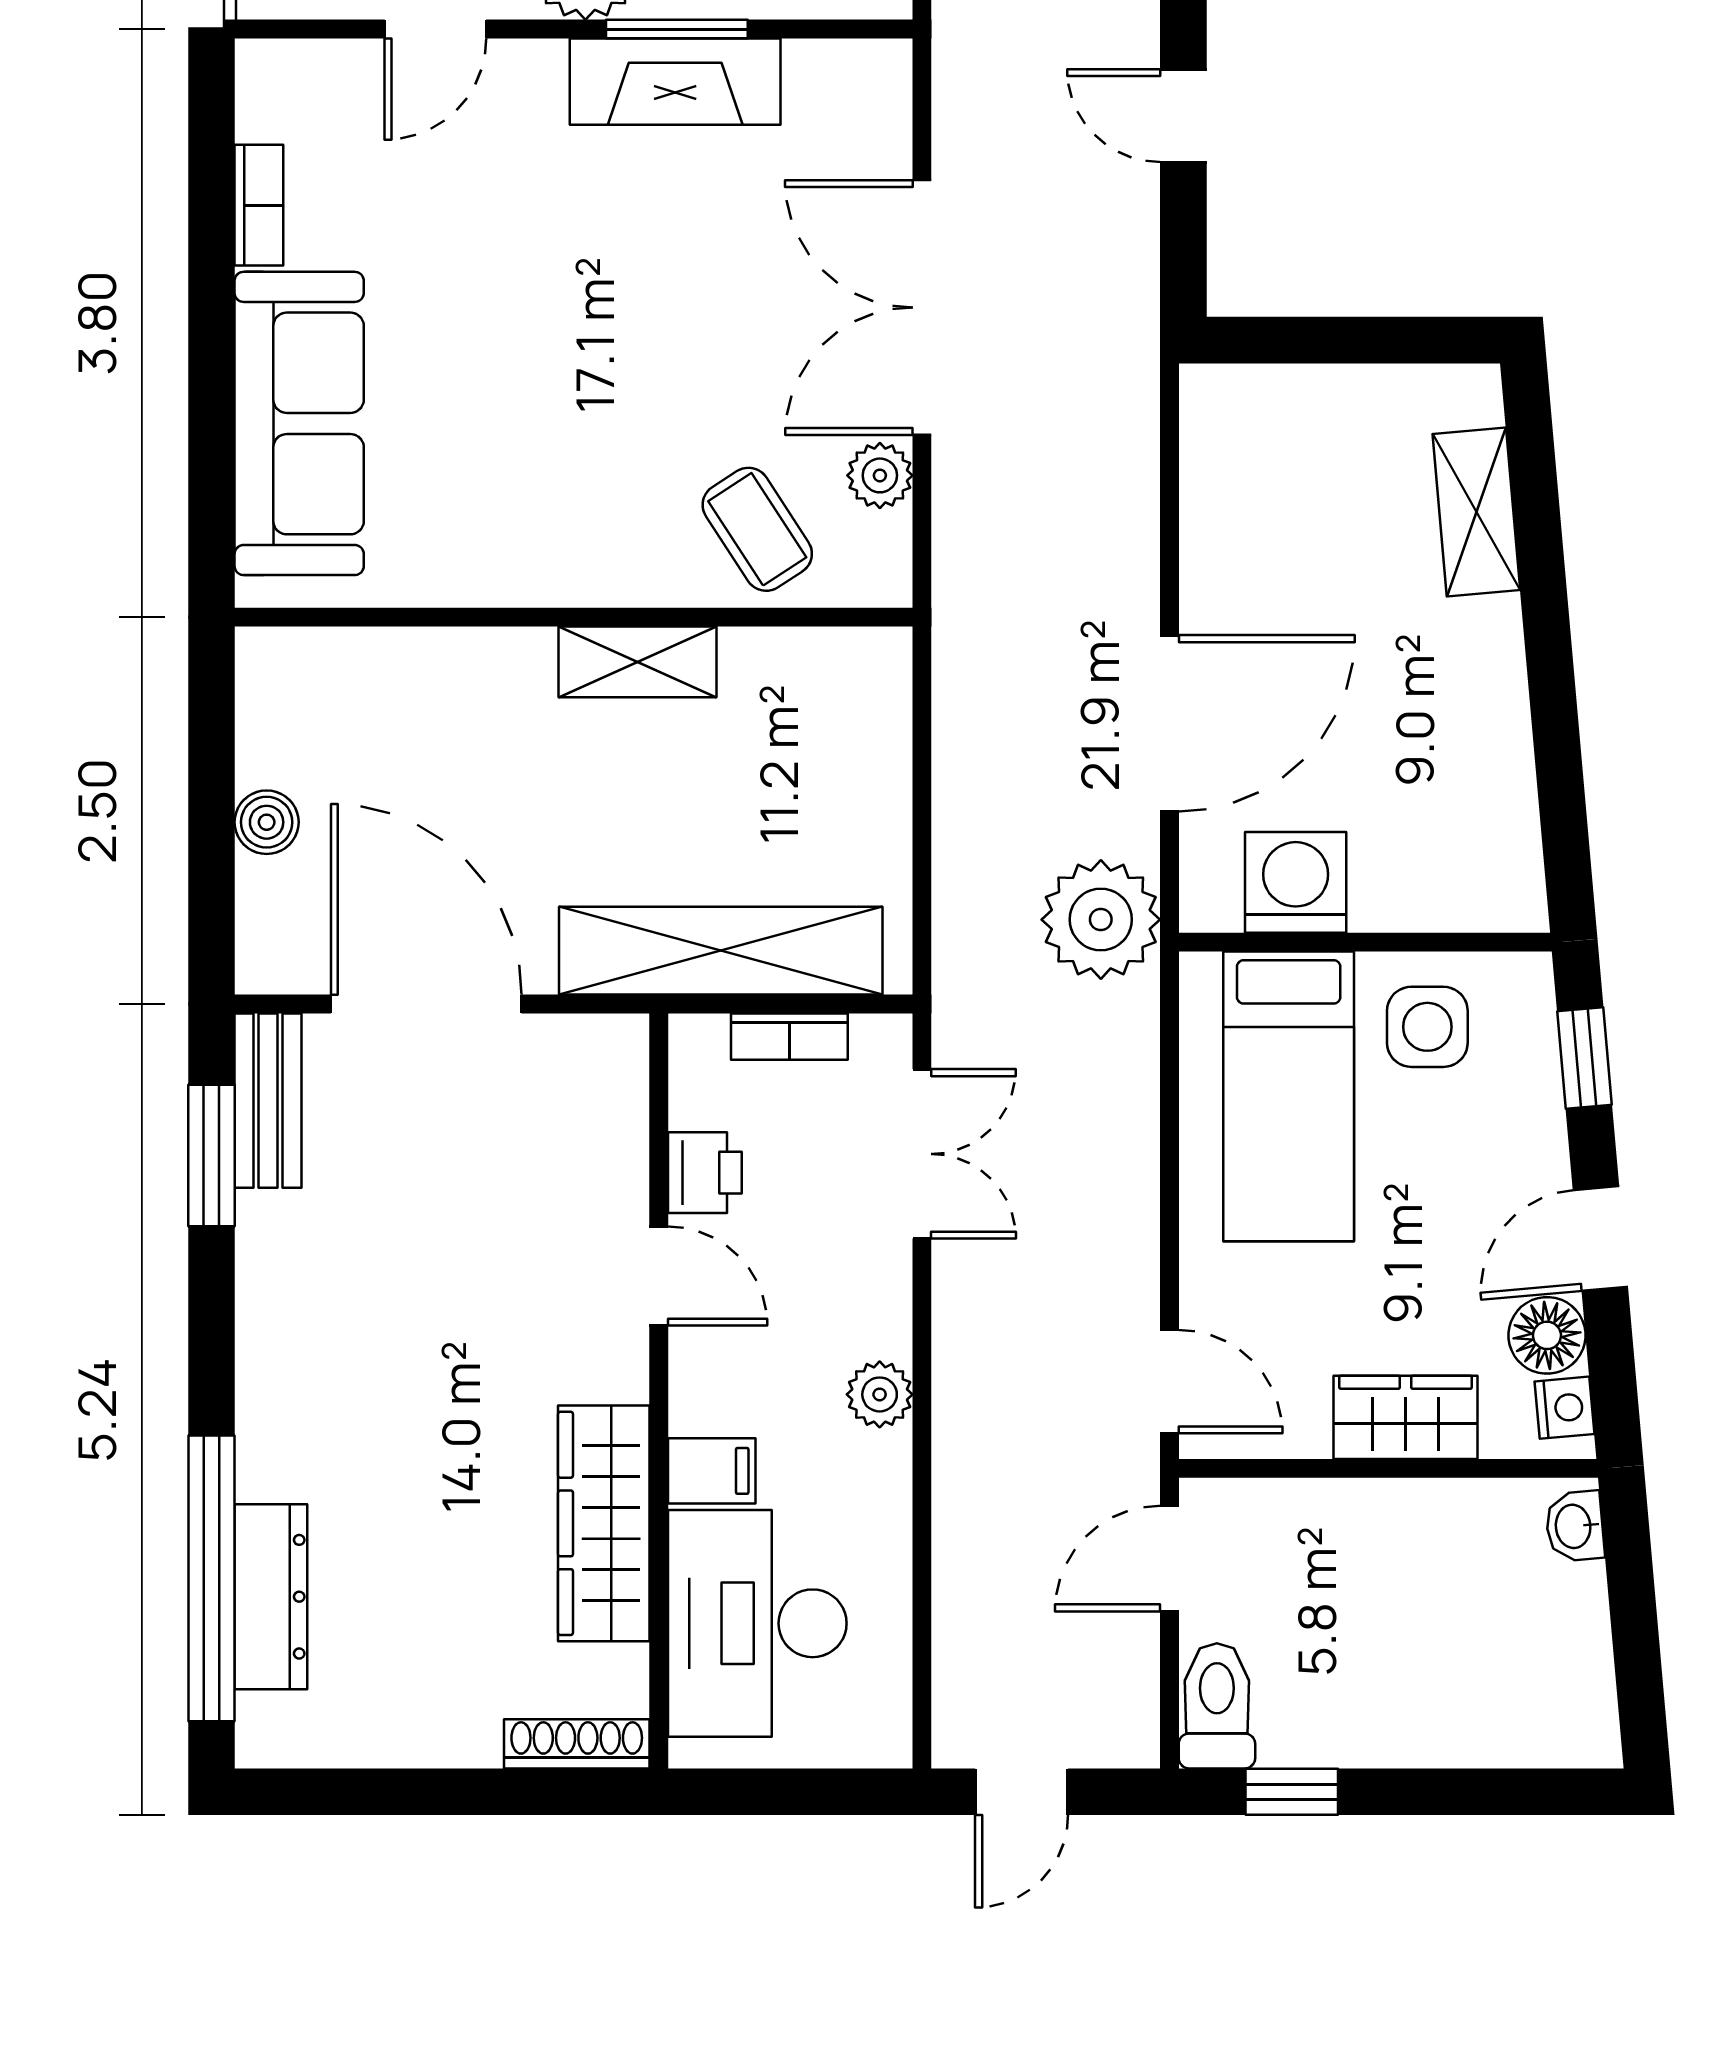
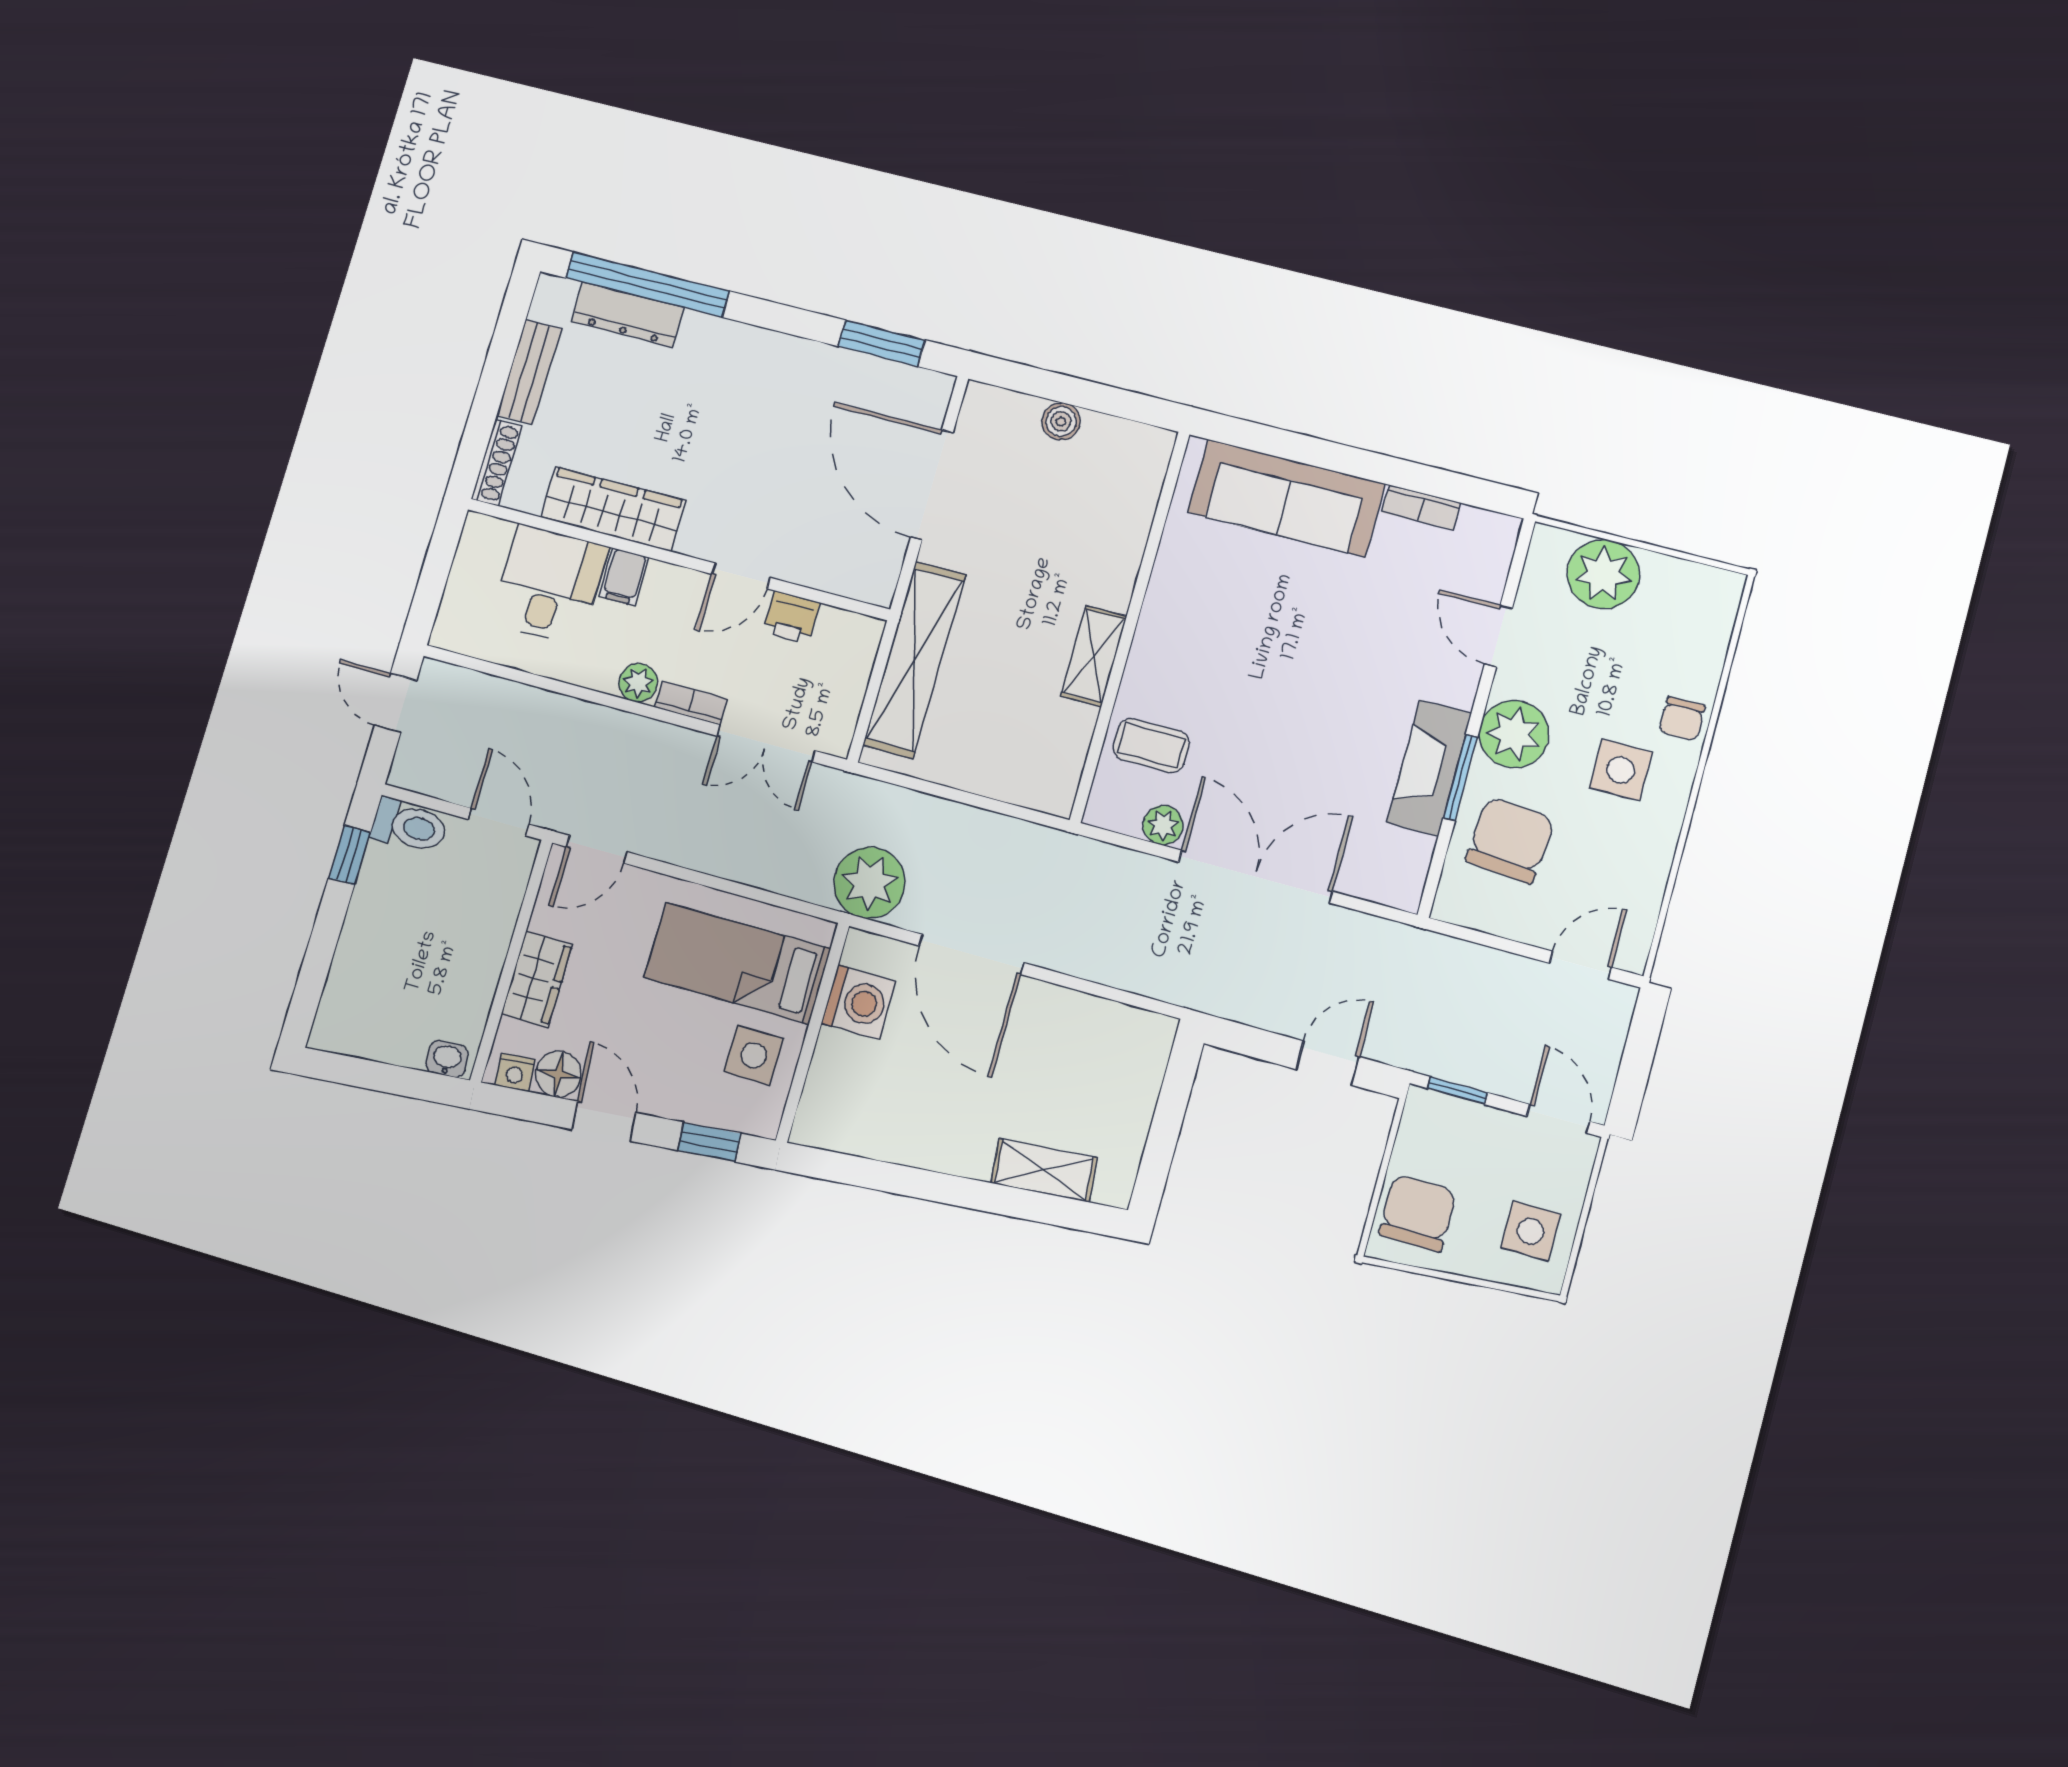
coffee table: (757, 529) -> (1151, 745), turned 33
door: (426, 1004) -> (932, 485), swing flipped
bookcase: (789, 1037) -> (691, 703), moved, turned 90
bench: (268, 1101) -> (529, 372), moved, turned 90
desk: (757, 1623) -> (549, 585), width x0.73

